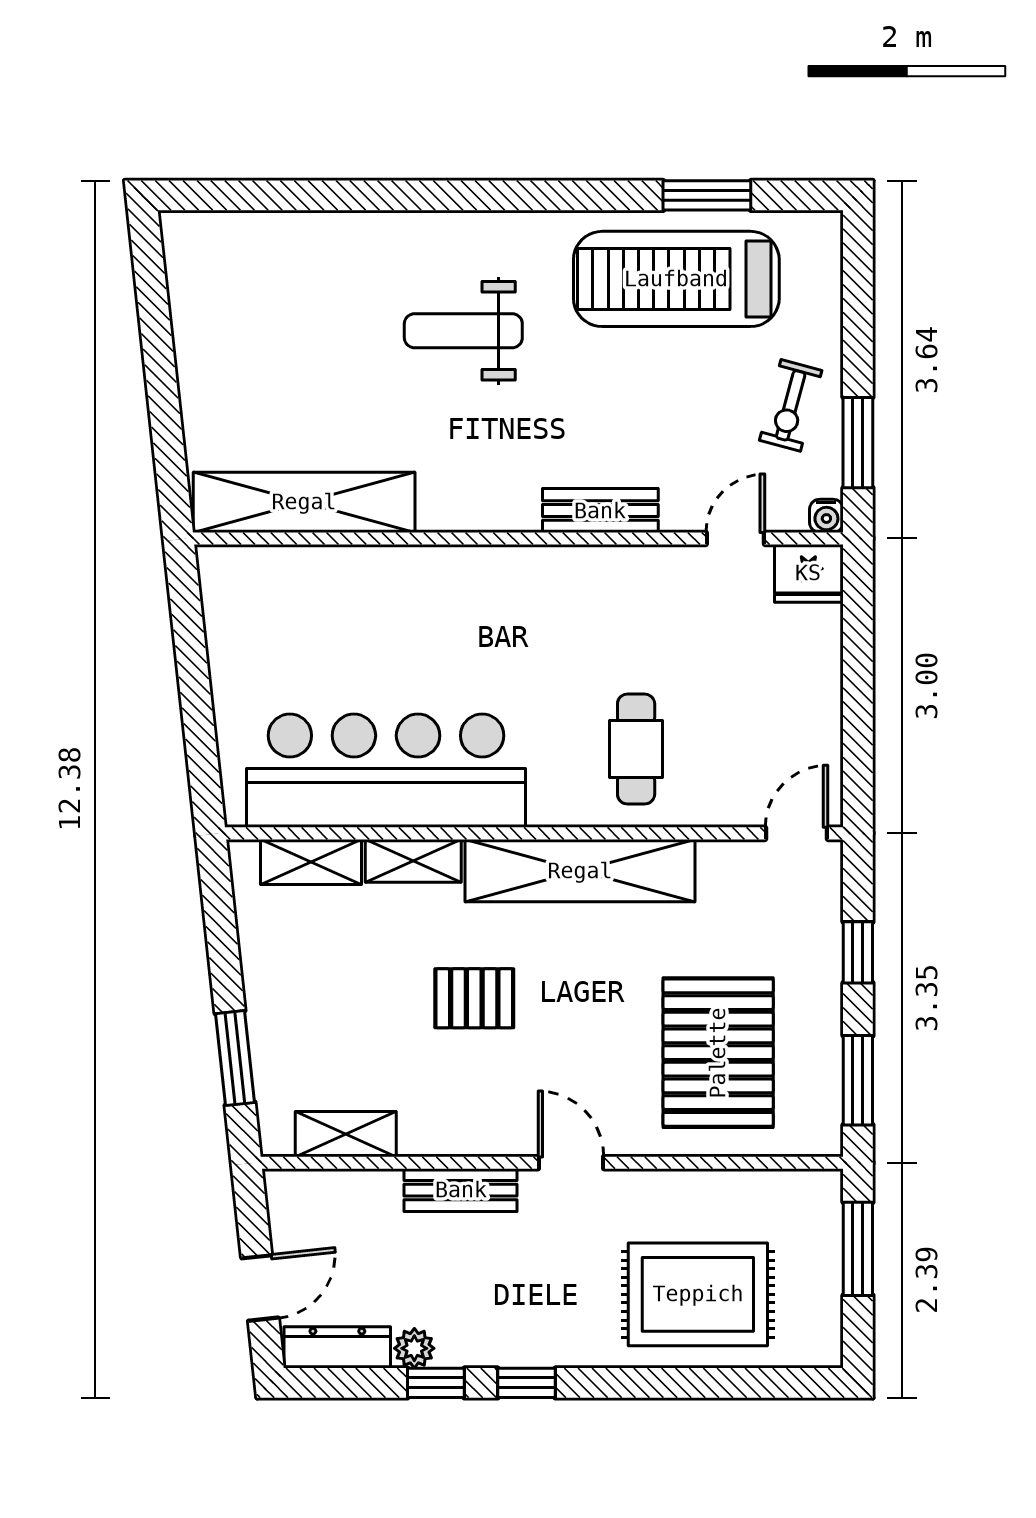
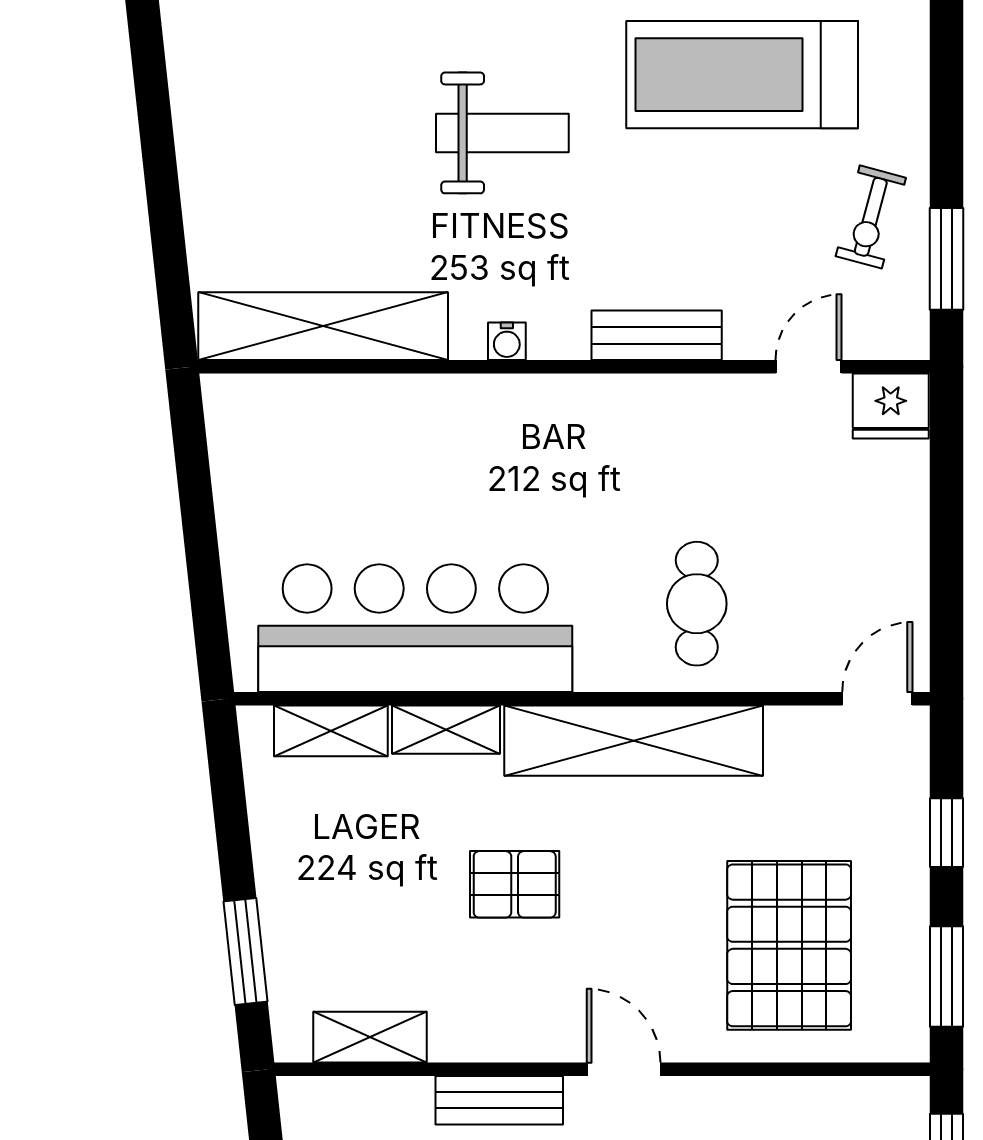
weight bench: (463, 331) -> (502, 133), turned 180
water cooler: (826, 516) -> (507, 341), moved

